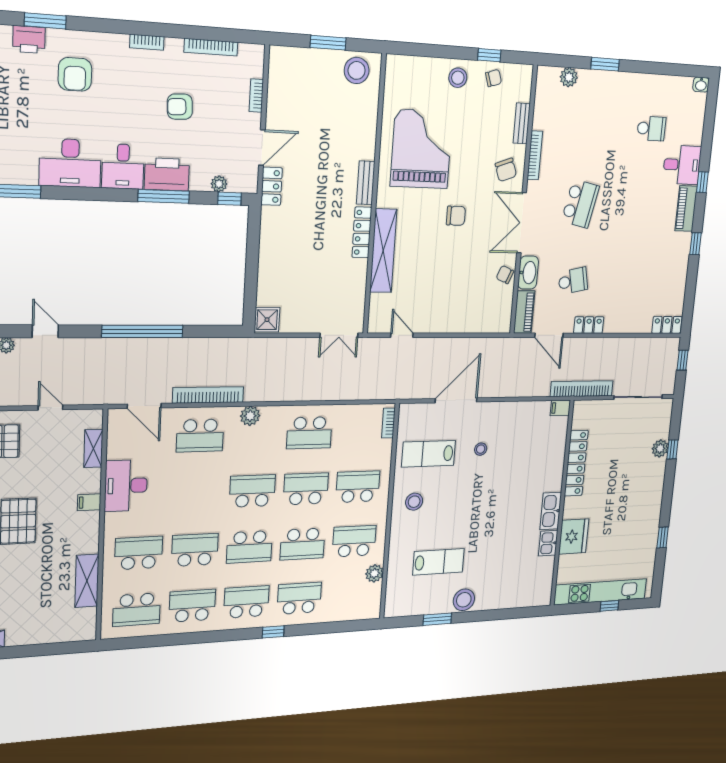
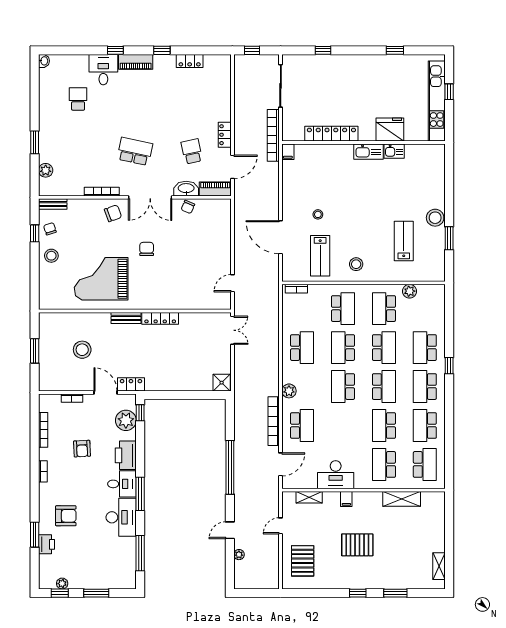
stool: (357, 70) -> (82, 350), moved
bench: (522, 123) -> (53, 204), moved
plant: (219, 184) -> (126, 420), width x1.87, depth x1.87
window: (164, 196) -> (140, 494), moved
shelving: (383, 251) -> (173, 302), removed
locker: (667, 325) -> (190, 61), moved, turned -90
plant: (660, 448) -> (322, 62), removed
school desk: (358, 487) -> (343, 309), turned 180

